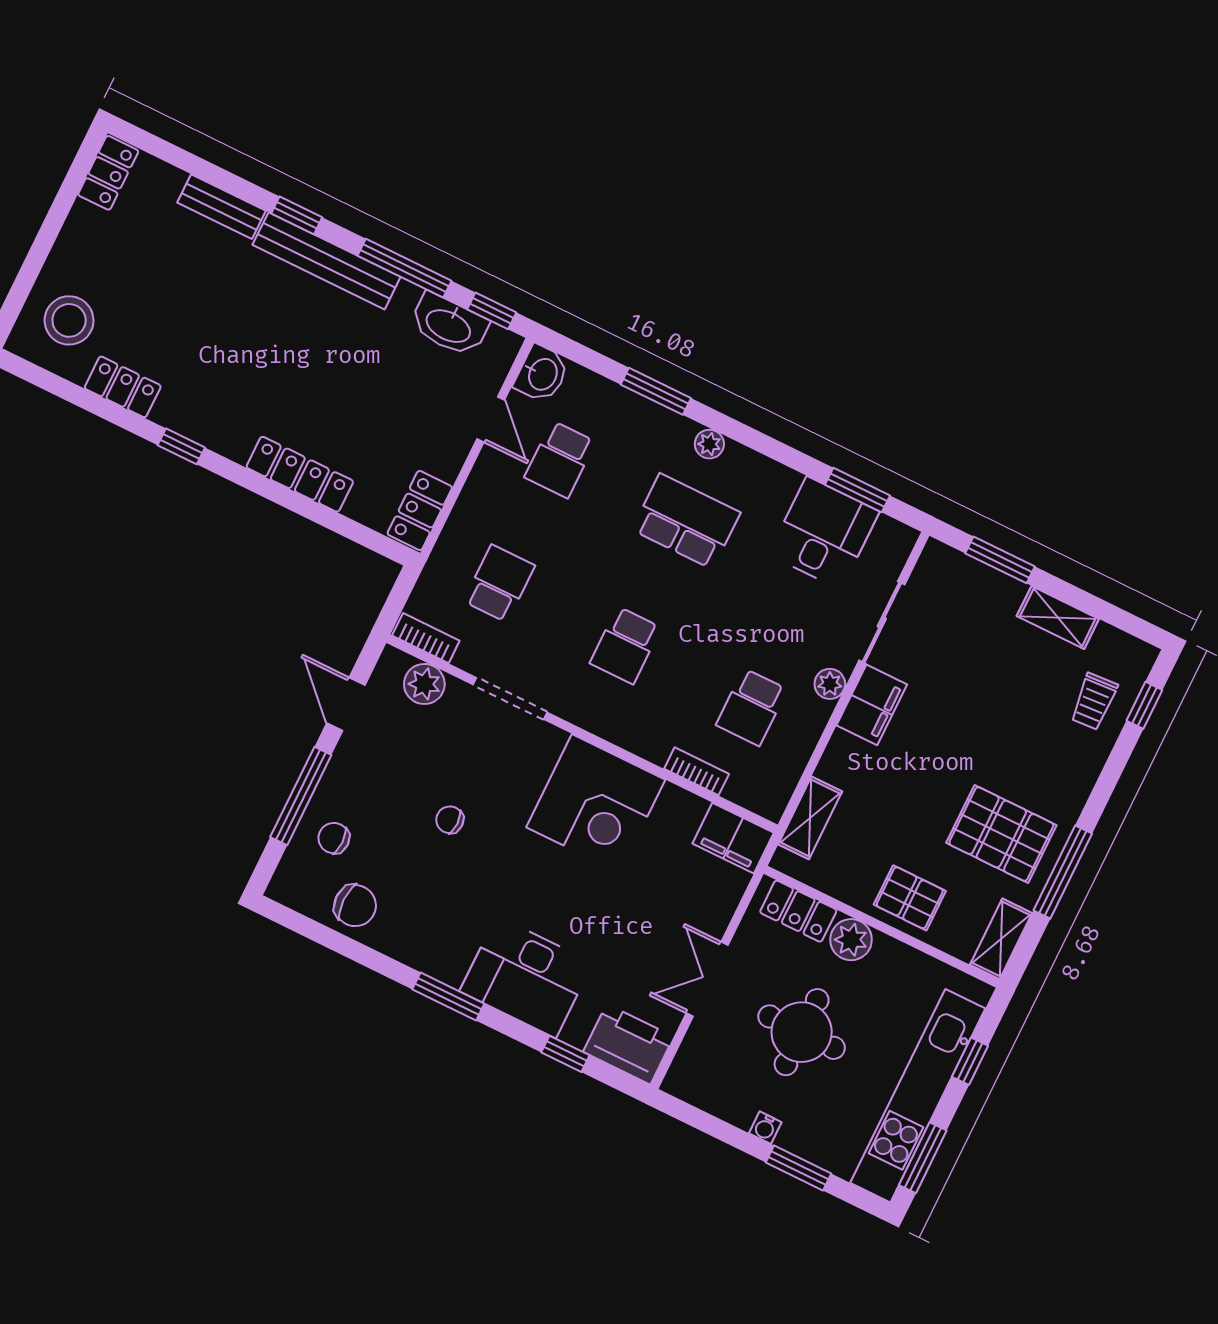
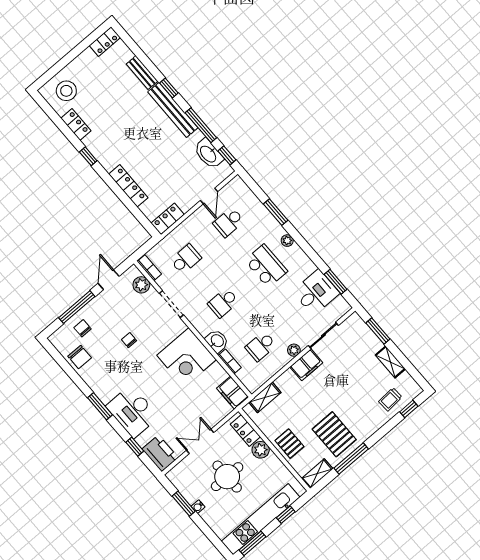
washbasin: (542, 374) -> (217, 341), moved, turned -90
window: (798, 1168) -> (184, 504), moved

